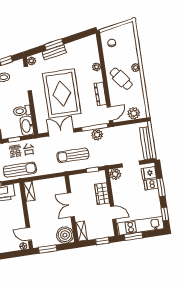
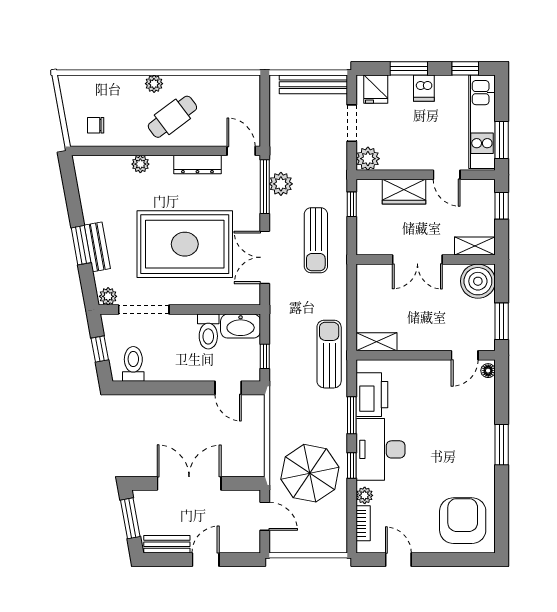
plant: (134, 113) -> (248, 101), removed
dishwasher: (151, 184) -> (424, 88), moved
door: (113, 213) -> (447, 175), swing flipped

